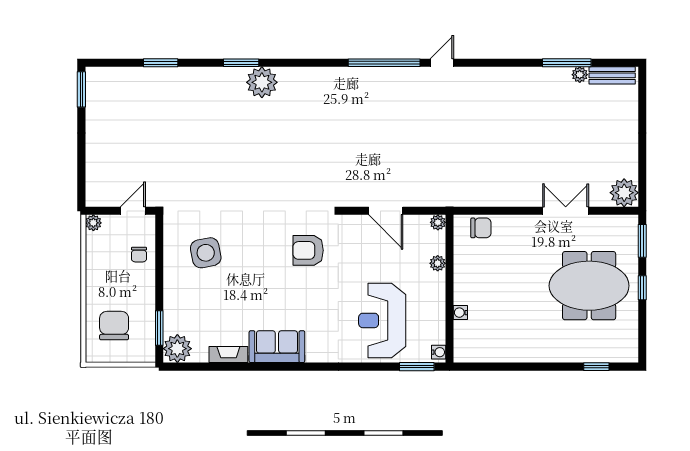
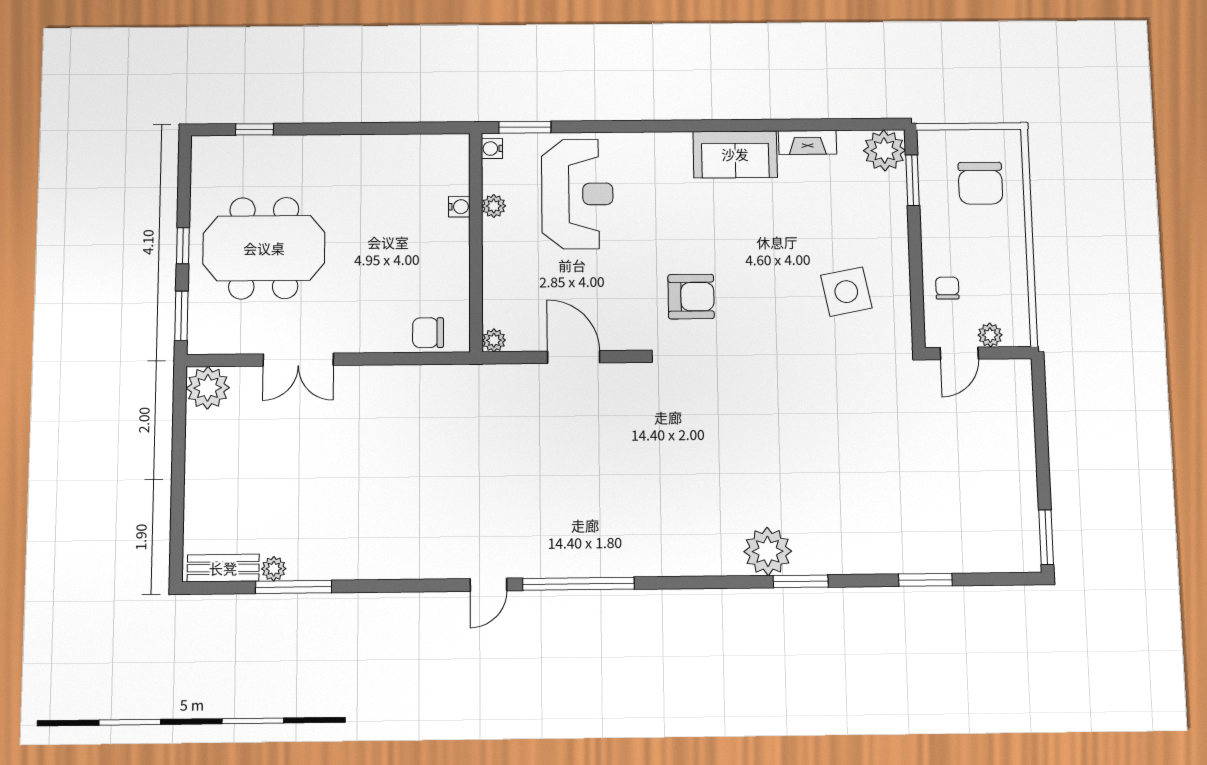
plant: (93, 223) -> (990, 335), moved
plant: (438, 263) -> (494, 206), moved

